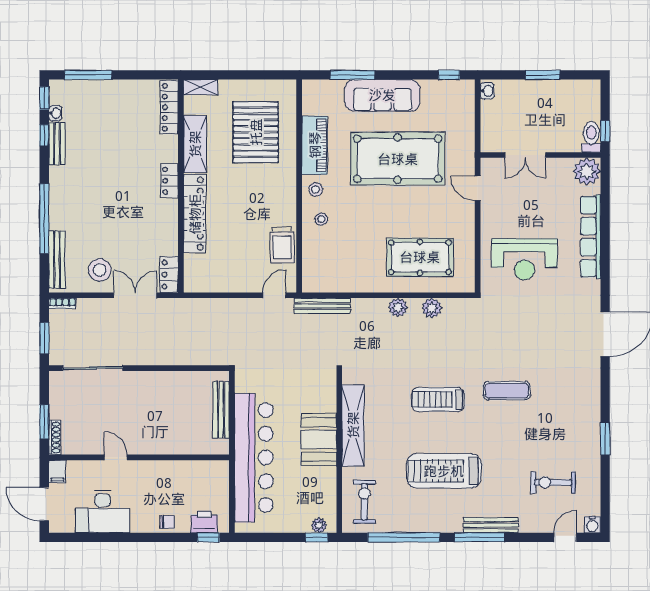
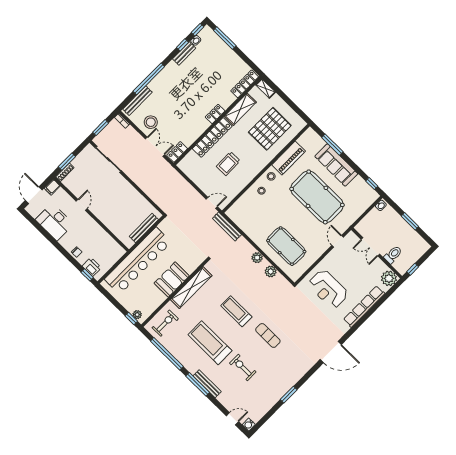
toilet: (591, 137) -> (393, 255), moved
trolley: (282, 245) -> (228, 164), moved
exercise bike: (553, 483) -> (243, 368), moved

